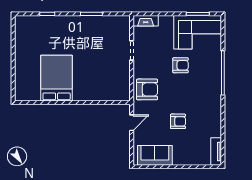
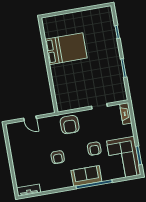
armchair: (178, 121) -> (58, 157), moved
door: (132, 123) -> (30, 118), moved
sofa: (155, 155) -> (86, 176), moved, turned -90

